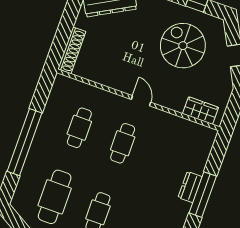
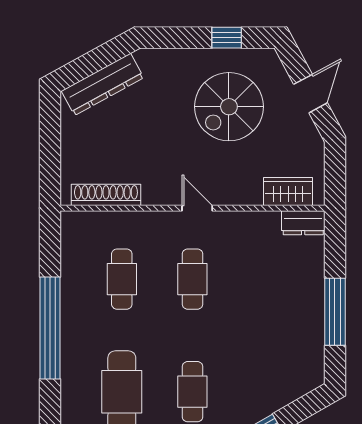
spiral stairs: (183, 46) -> (229, 107), turned -90
shoe rack: (72, 50) -> (106, 195), moved, turned -90
dresser: (190, 187) -> (303, 223), moved, turned -90

